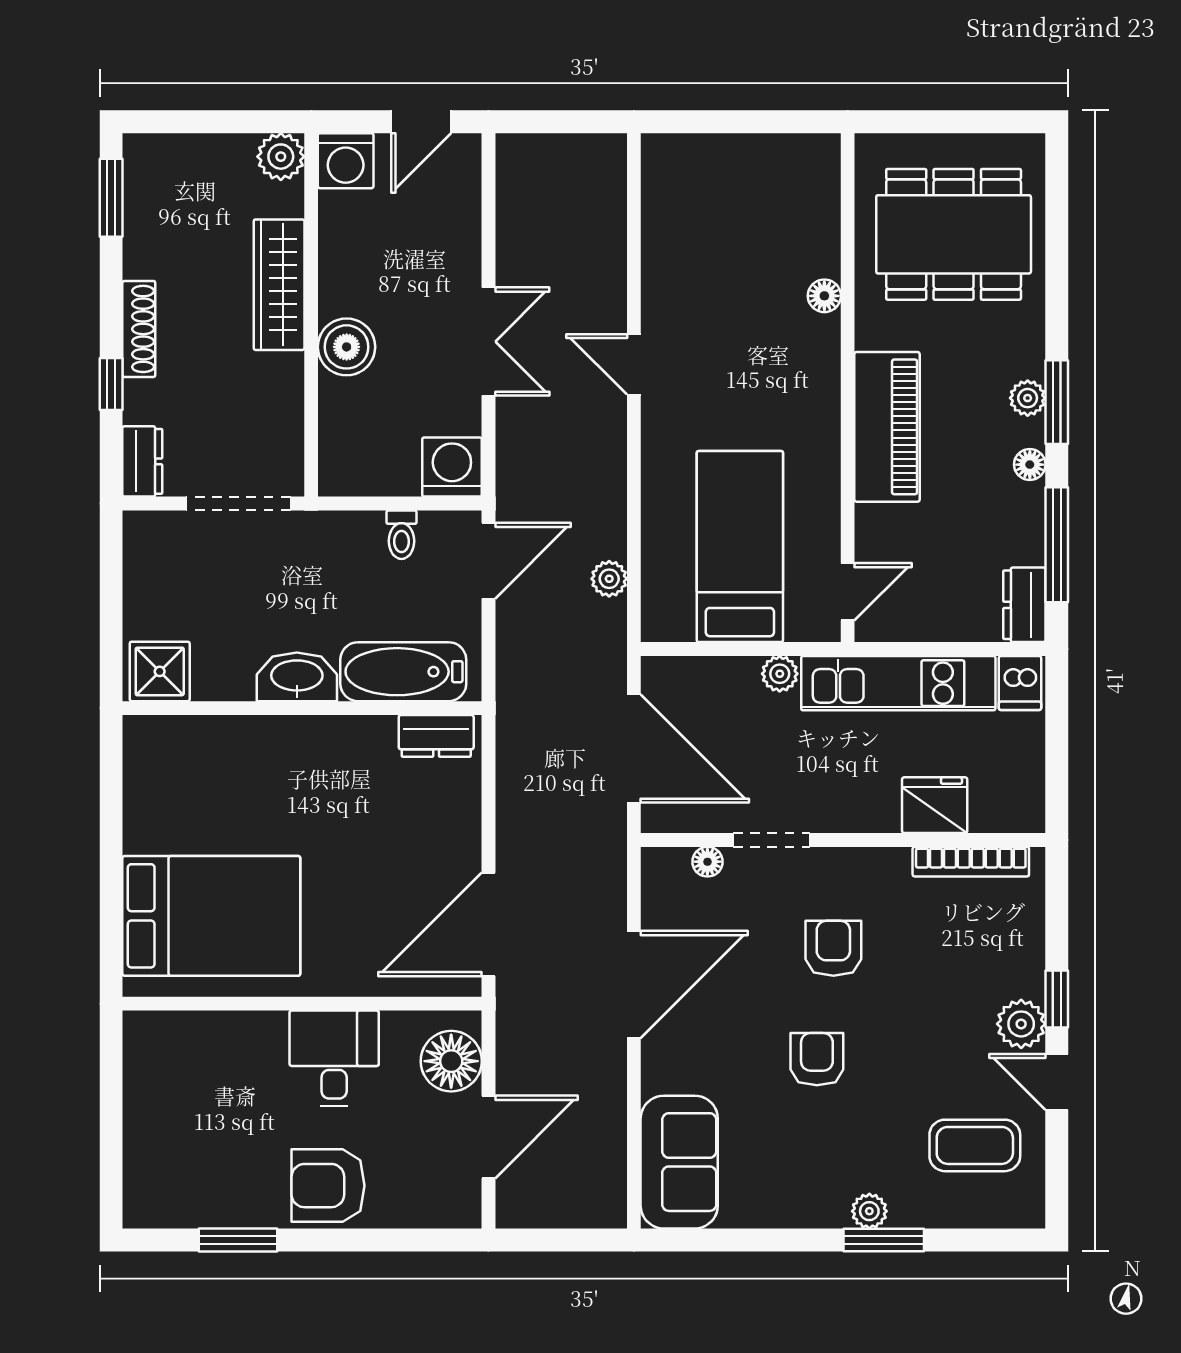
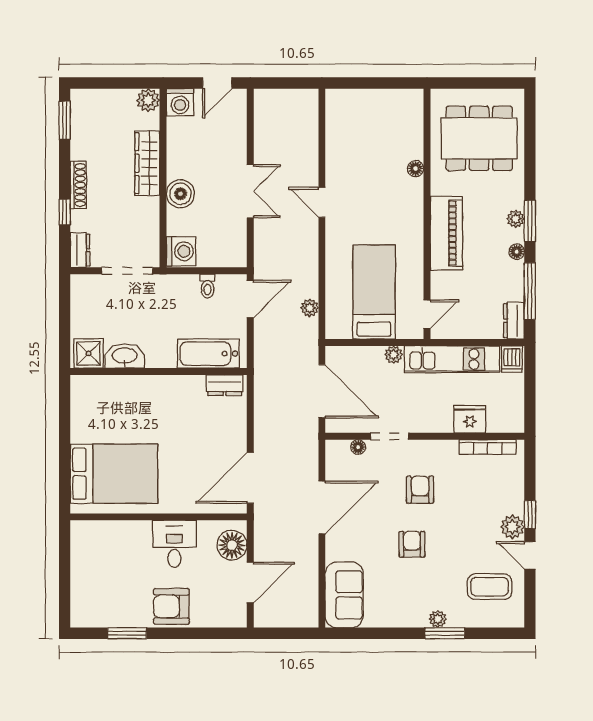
washing machine: (452, 467) -> (181, 251), moved, turned 90
washbasin: (297, 677) -> (125, 356), moved

